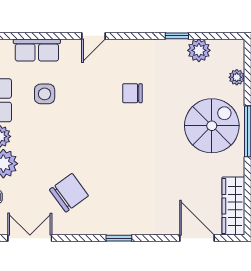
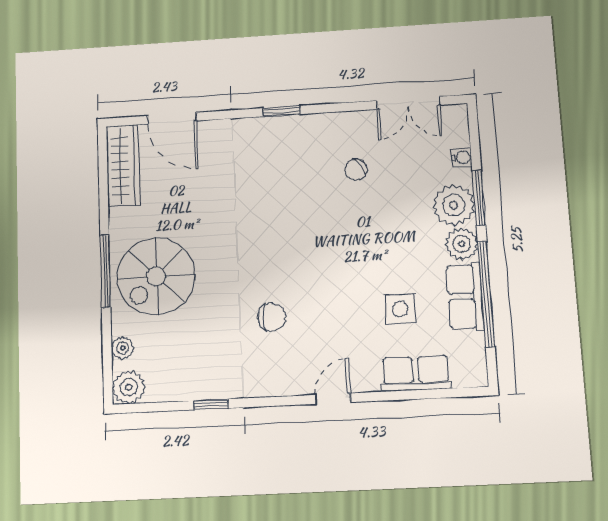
plant: (199, 50) -> (129, 387), moved
chair: (69, 193) -> (356, 170), width x0.54, depth x0.54

